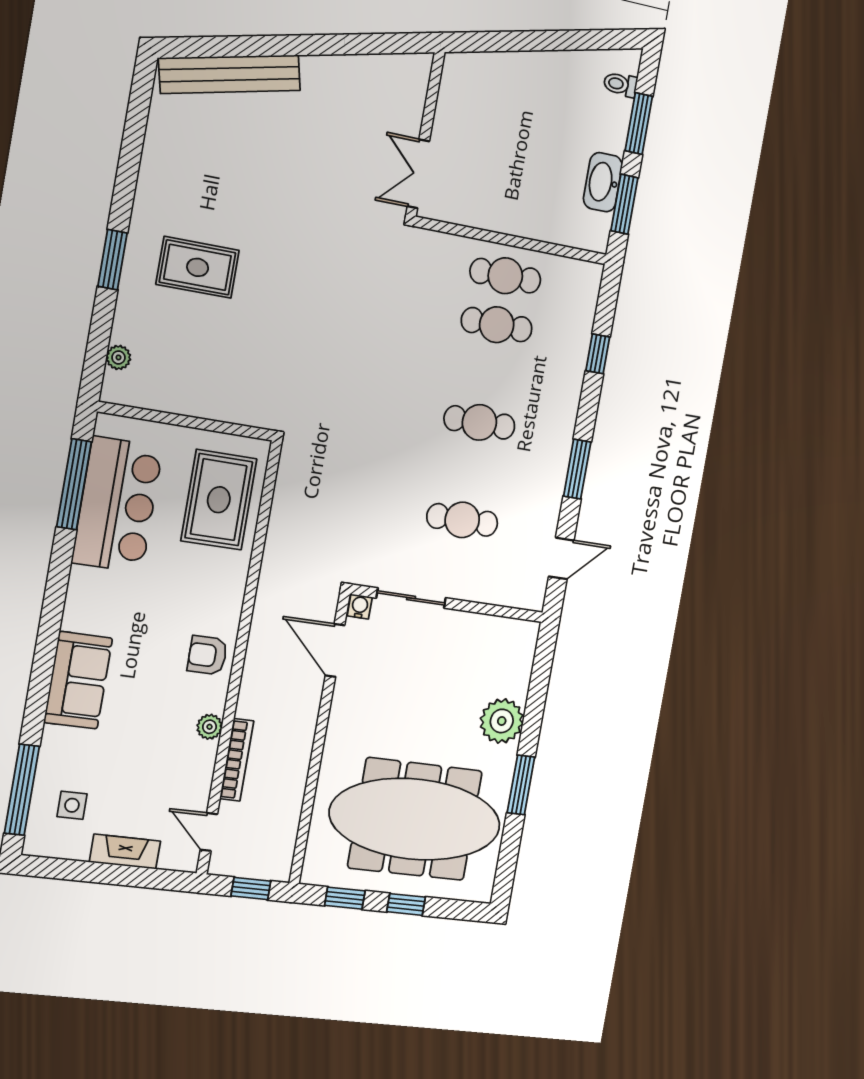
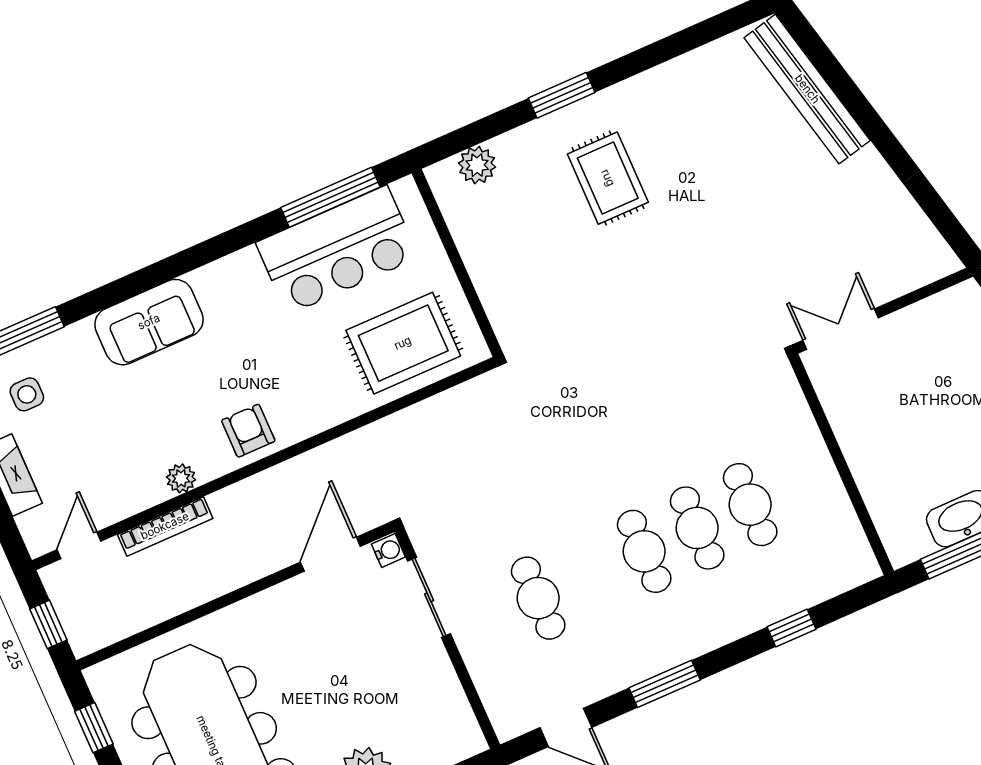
cafe table: (505, 276) -> (697, 528), moved
plant: (118, 357) -> (477, 165), width x1.38, depth x1.38

